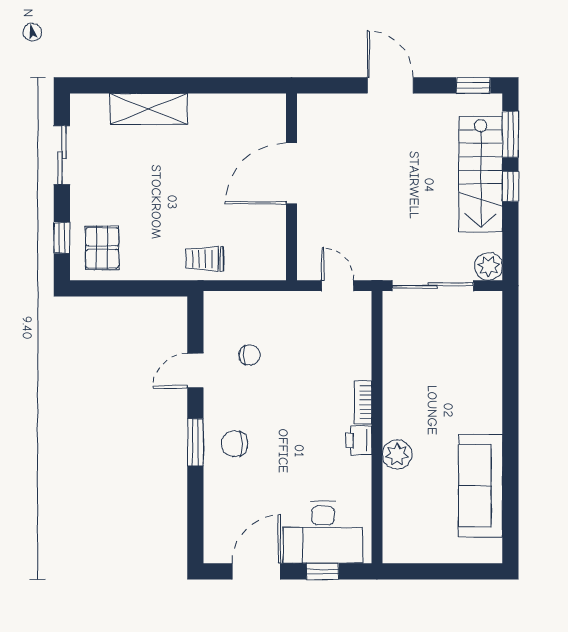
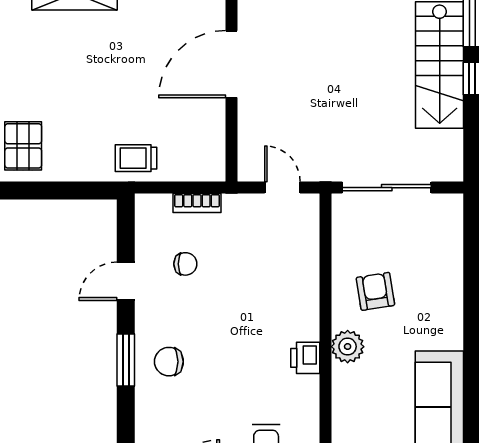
plant: (489, 266) -> (448, 166), removed
armchair: (422, 380) -> (375, 291), added
bookcase: (363, 402) -> (197, 203), moved, turned -90
plant: (397, 454) -> (348, 347), moved

